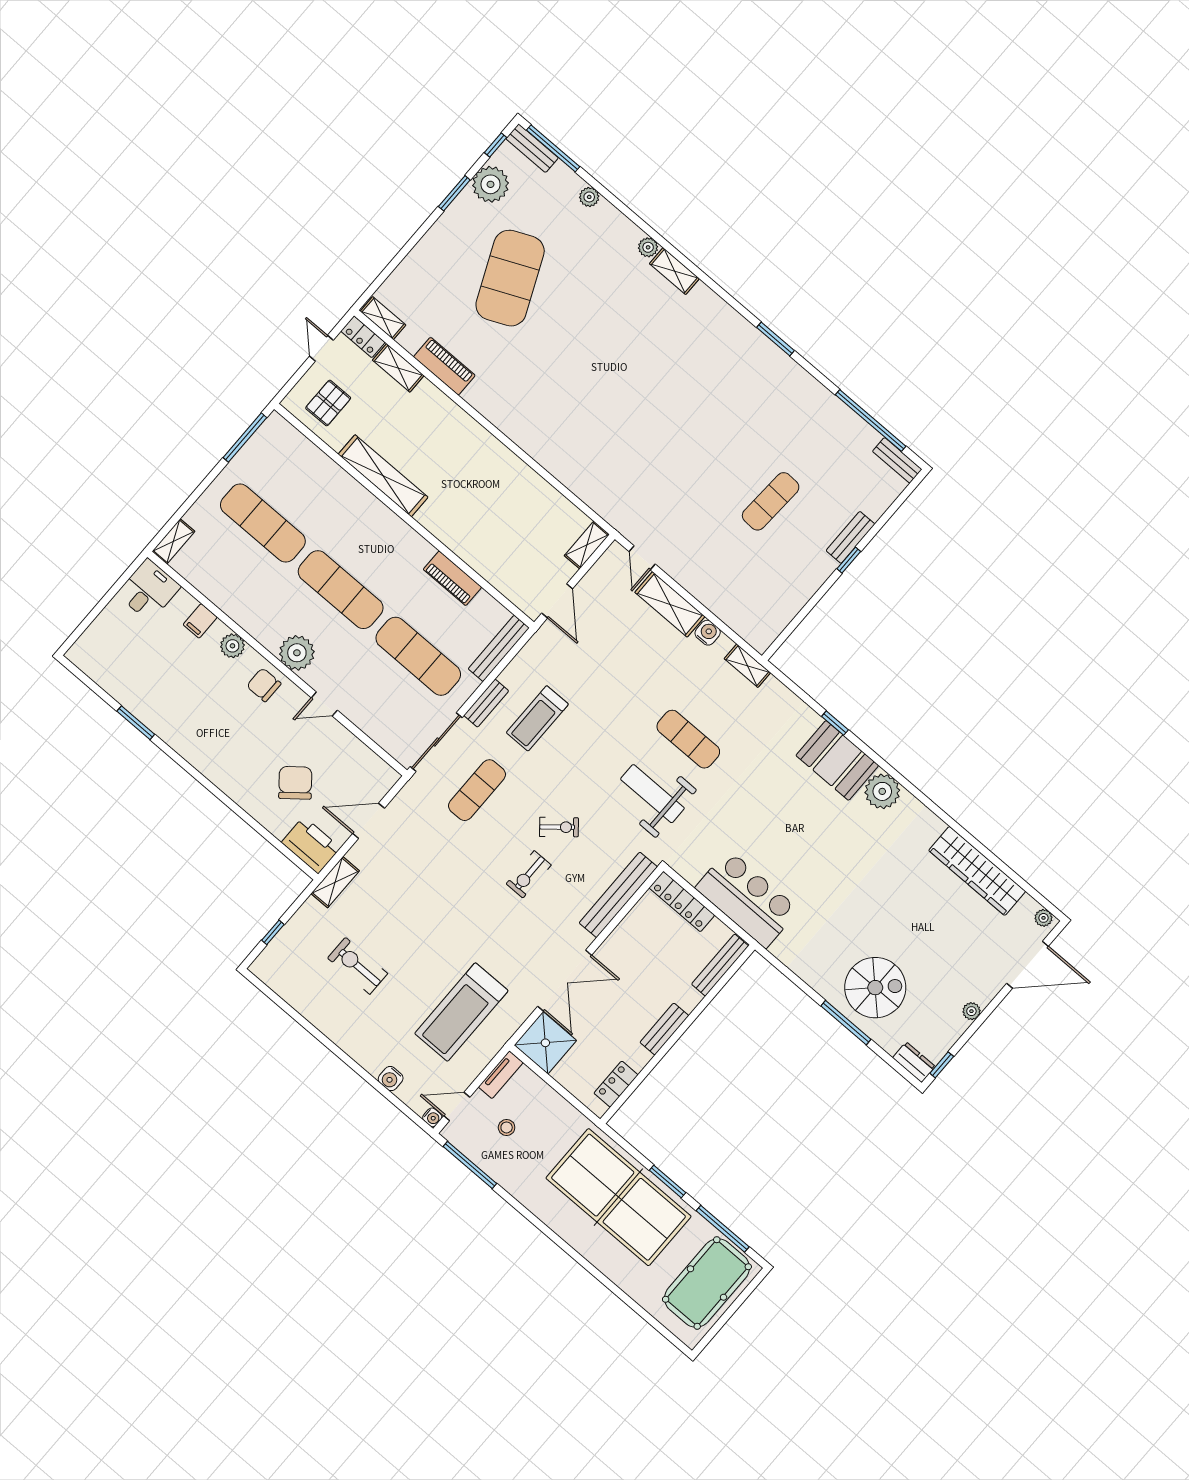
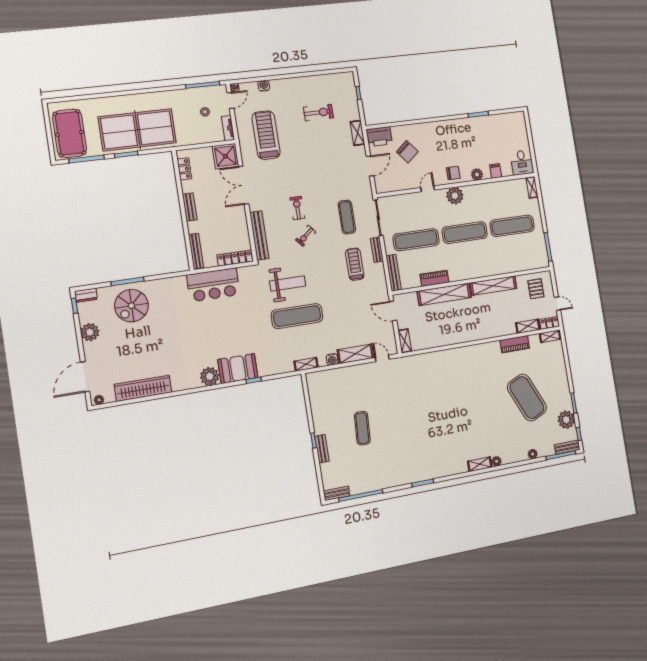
shelving: (464, 543) -> (444, 294), added
exercise mat: (688, 739) -> (297, 316), width x1.36, depth x1.45
plant: (971, 1011) -> (90, 332), width x1.87, depth x1.87

